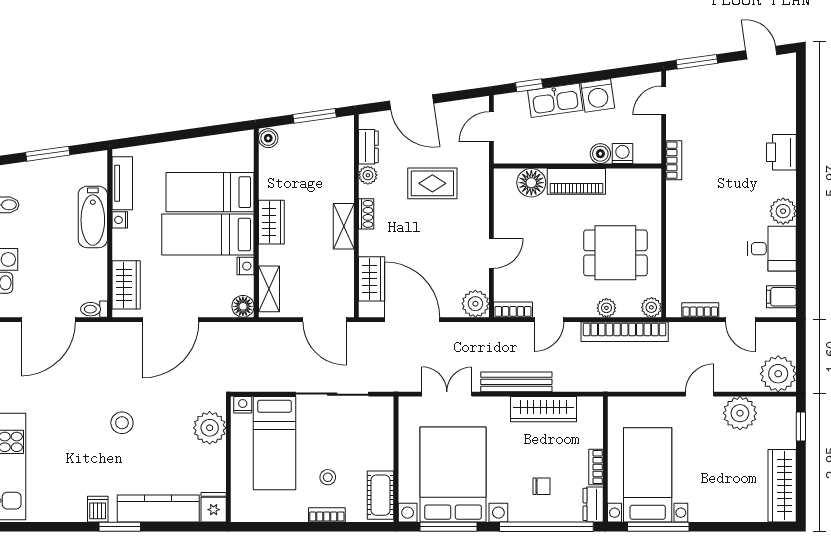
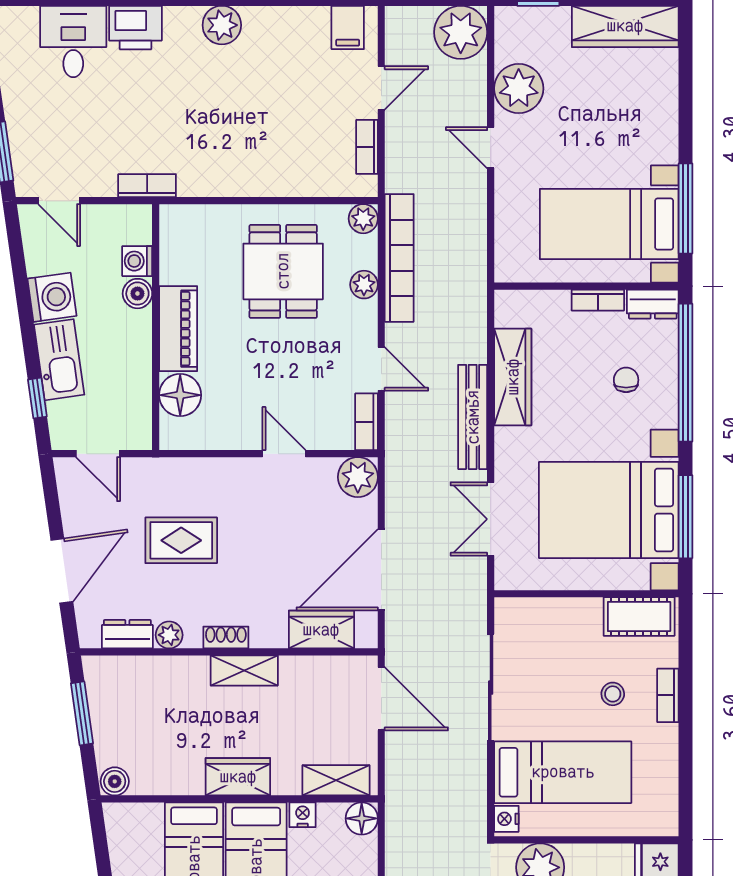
rug: (432, 183) -> (181, 540), turned 90
desk: (772, 249) -> (73, 41), moved
door: (324, 320) -> (381, 699), hinge flipped

